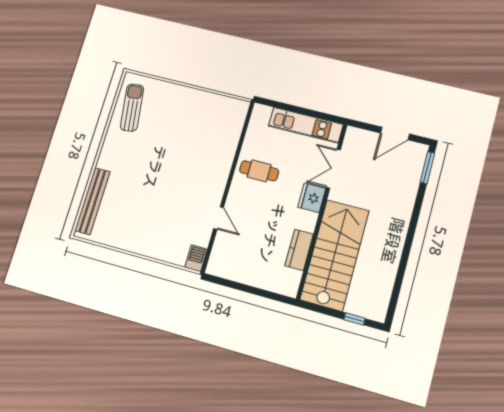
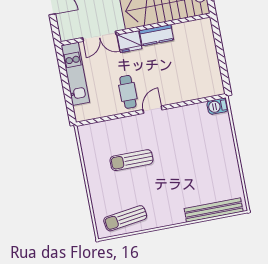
sun lounger: (187, 141) -> (131, 160), added
door: (219, 218) -> (153, 110), moved
kitchen counter: (299, 250) -> (157, 35), moved

